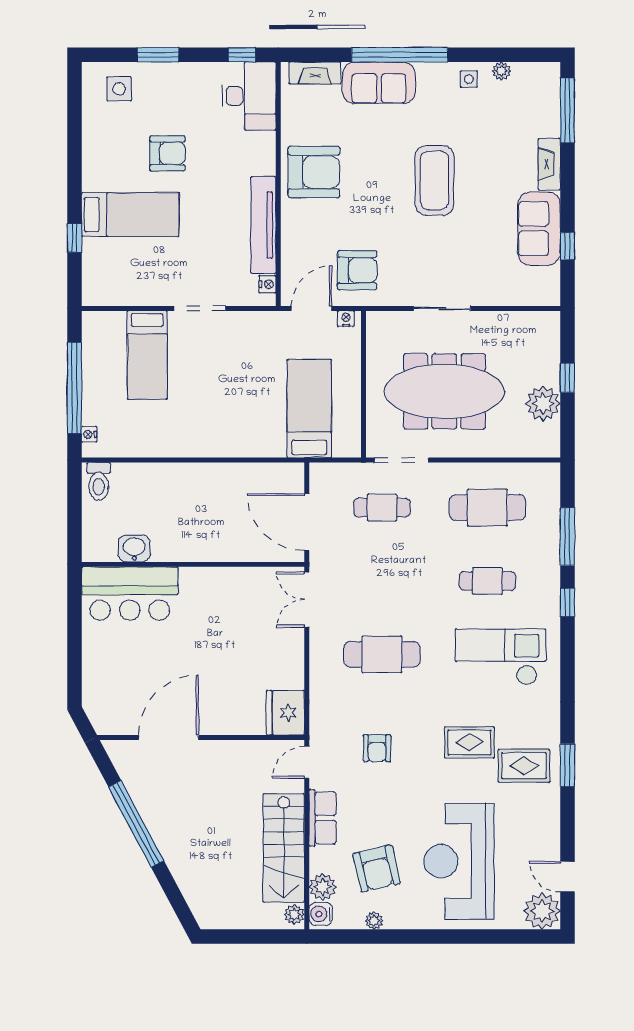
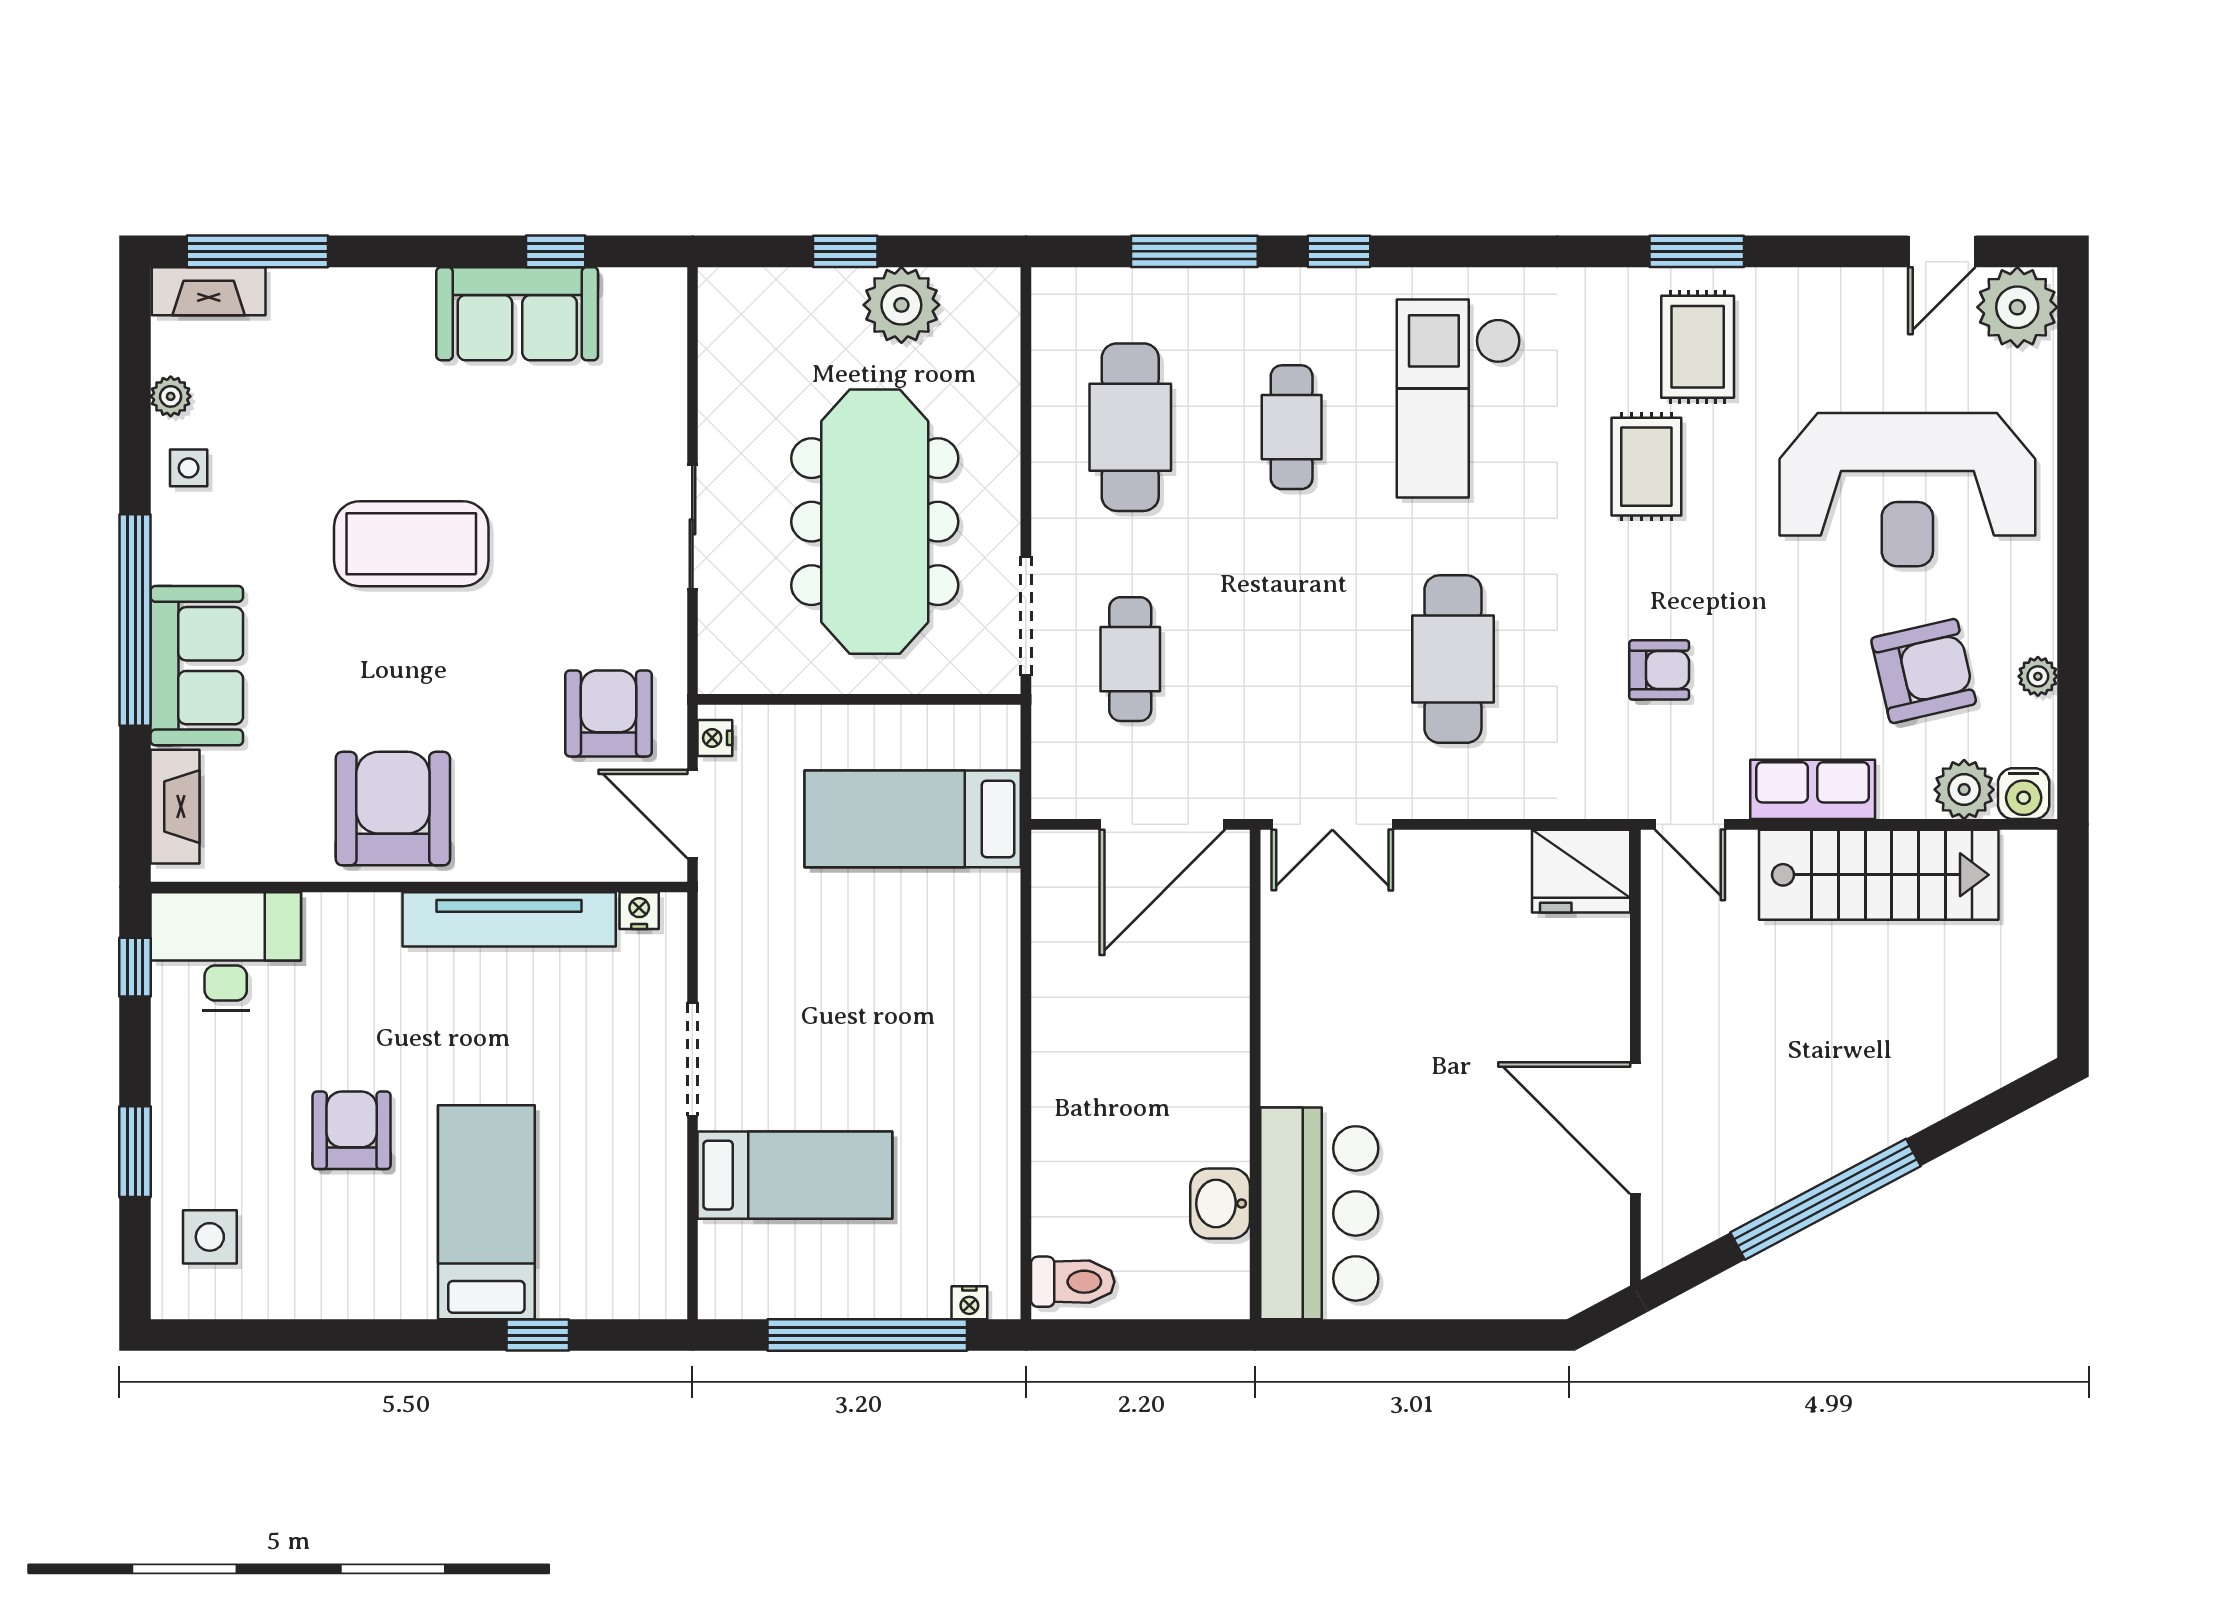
fireplace: (549, 164) -> (209, 291), moved
plant: (294, 914) -> (2025, 852), removed

